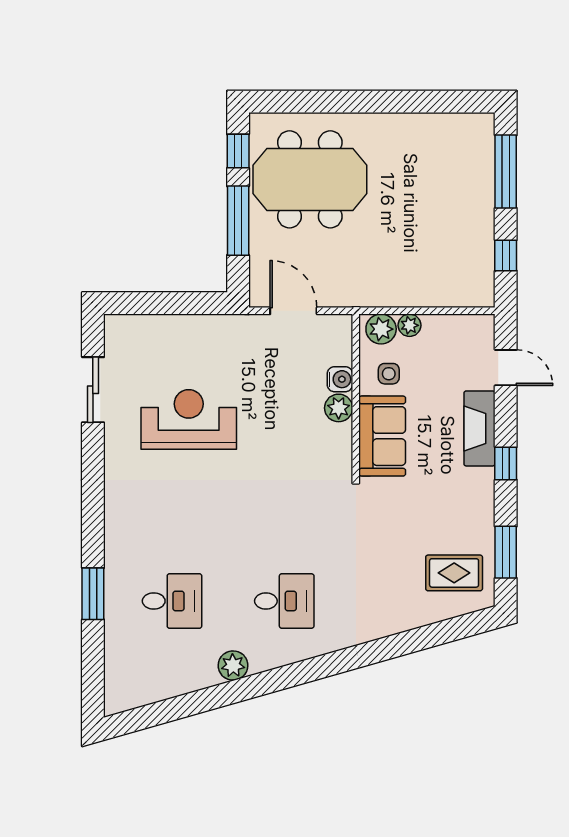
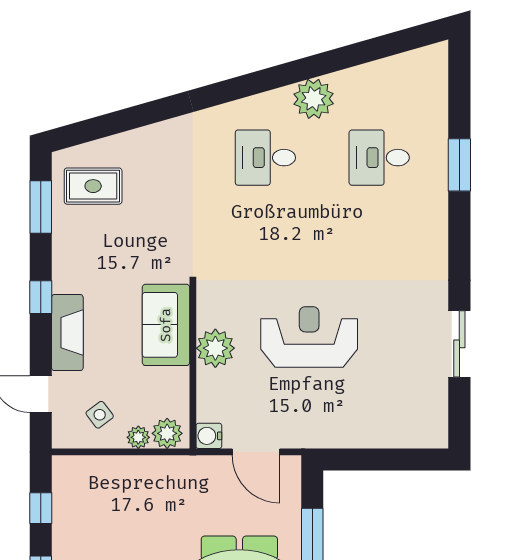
side table: (389, 374) -> (100, 415), moved, turned -37
water cooler: (340, 379) -> (209, 436), moved
sliding door: (93, 390) -> (459, 344), moved
plant: (339, 408) -> (215, 348), width x1.36, depth x1.36
reception desk: (189, 419) -> (309, 337), moved, turned 180
plant: (233, 666) -> (314, 99), width x1.36, depth x1.36

